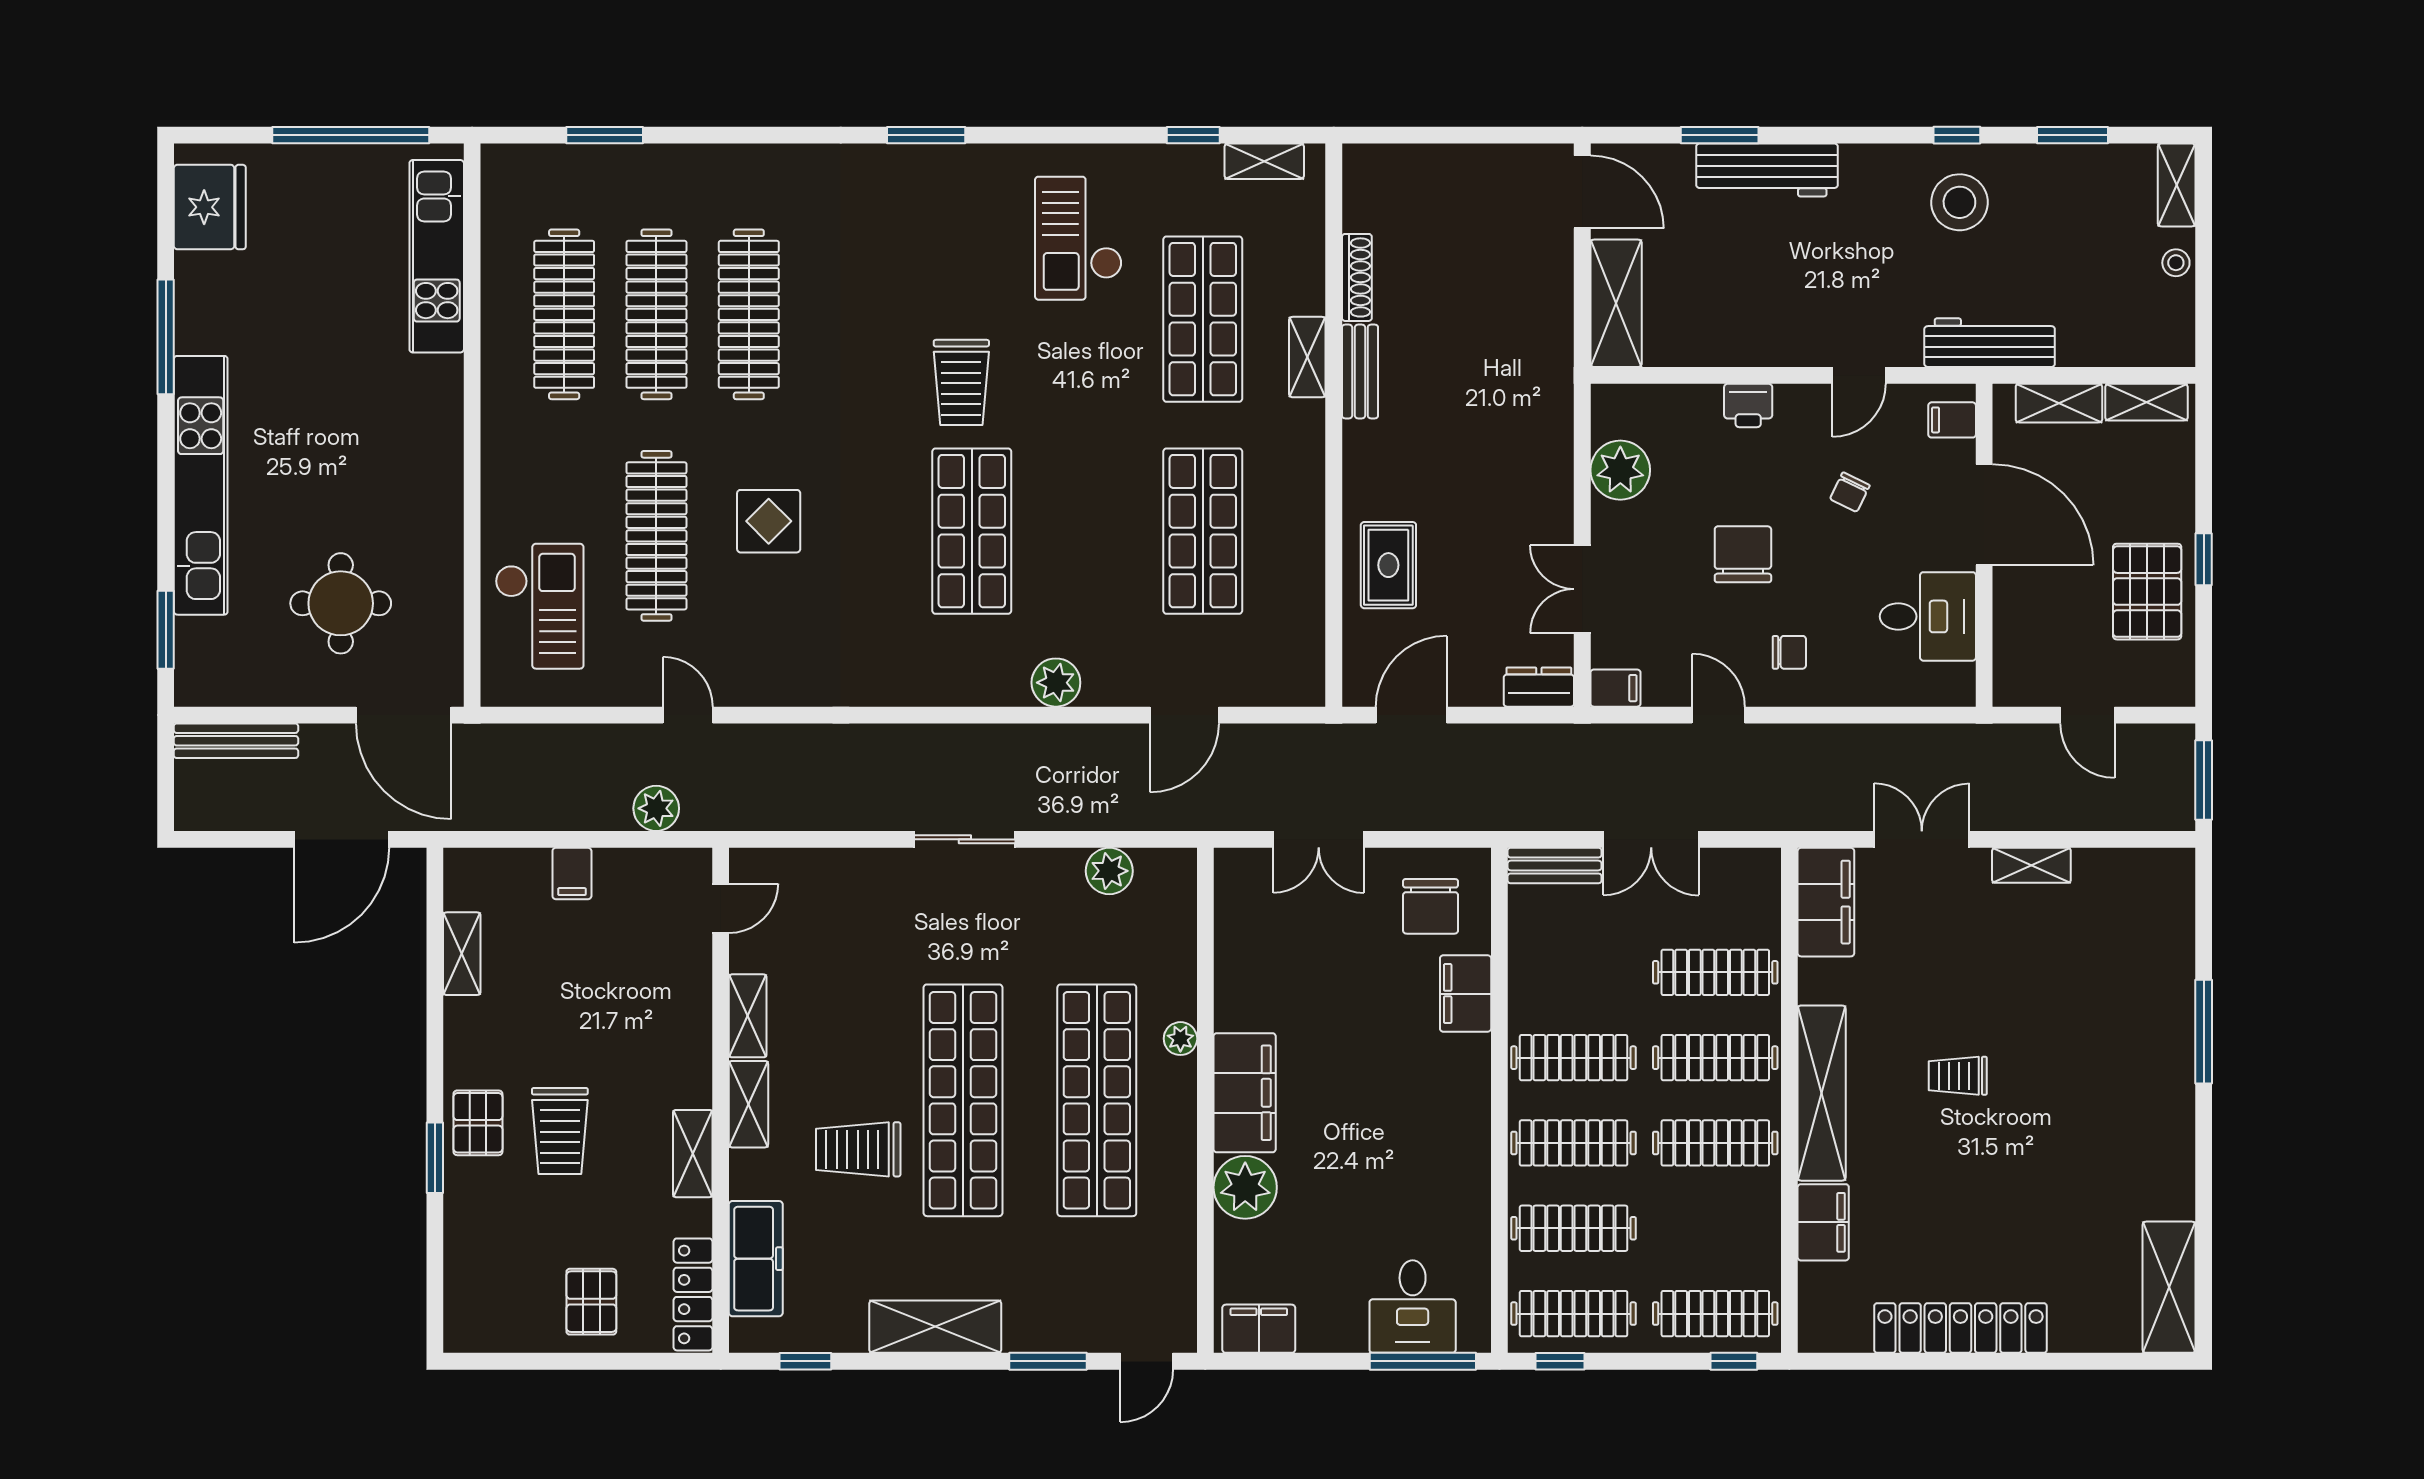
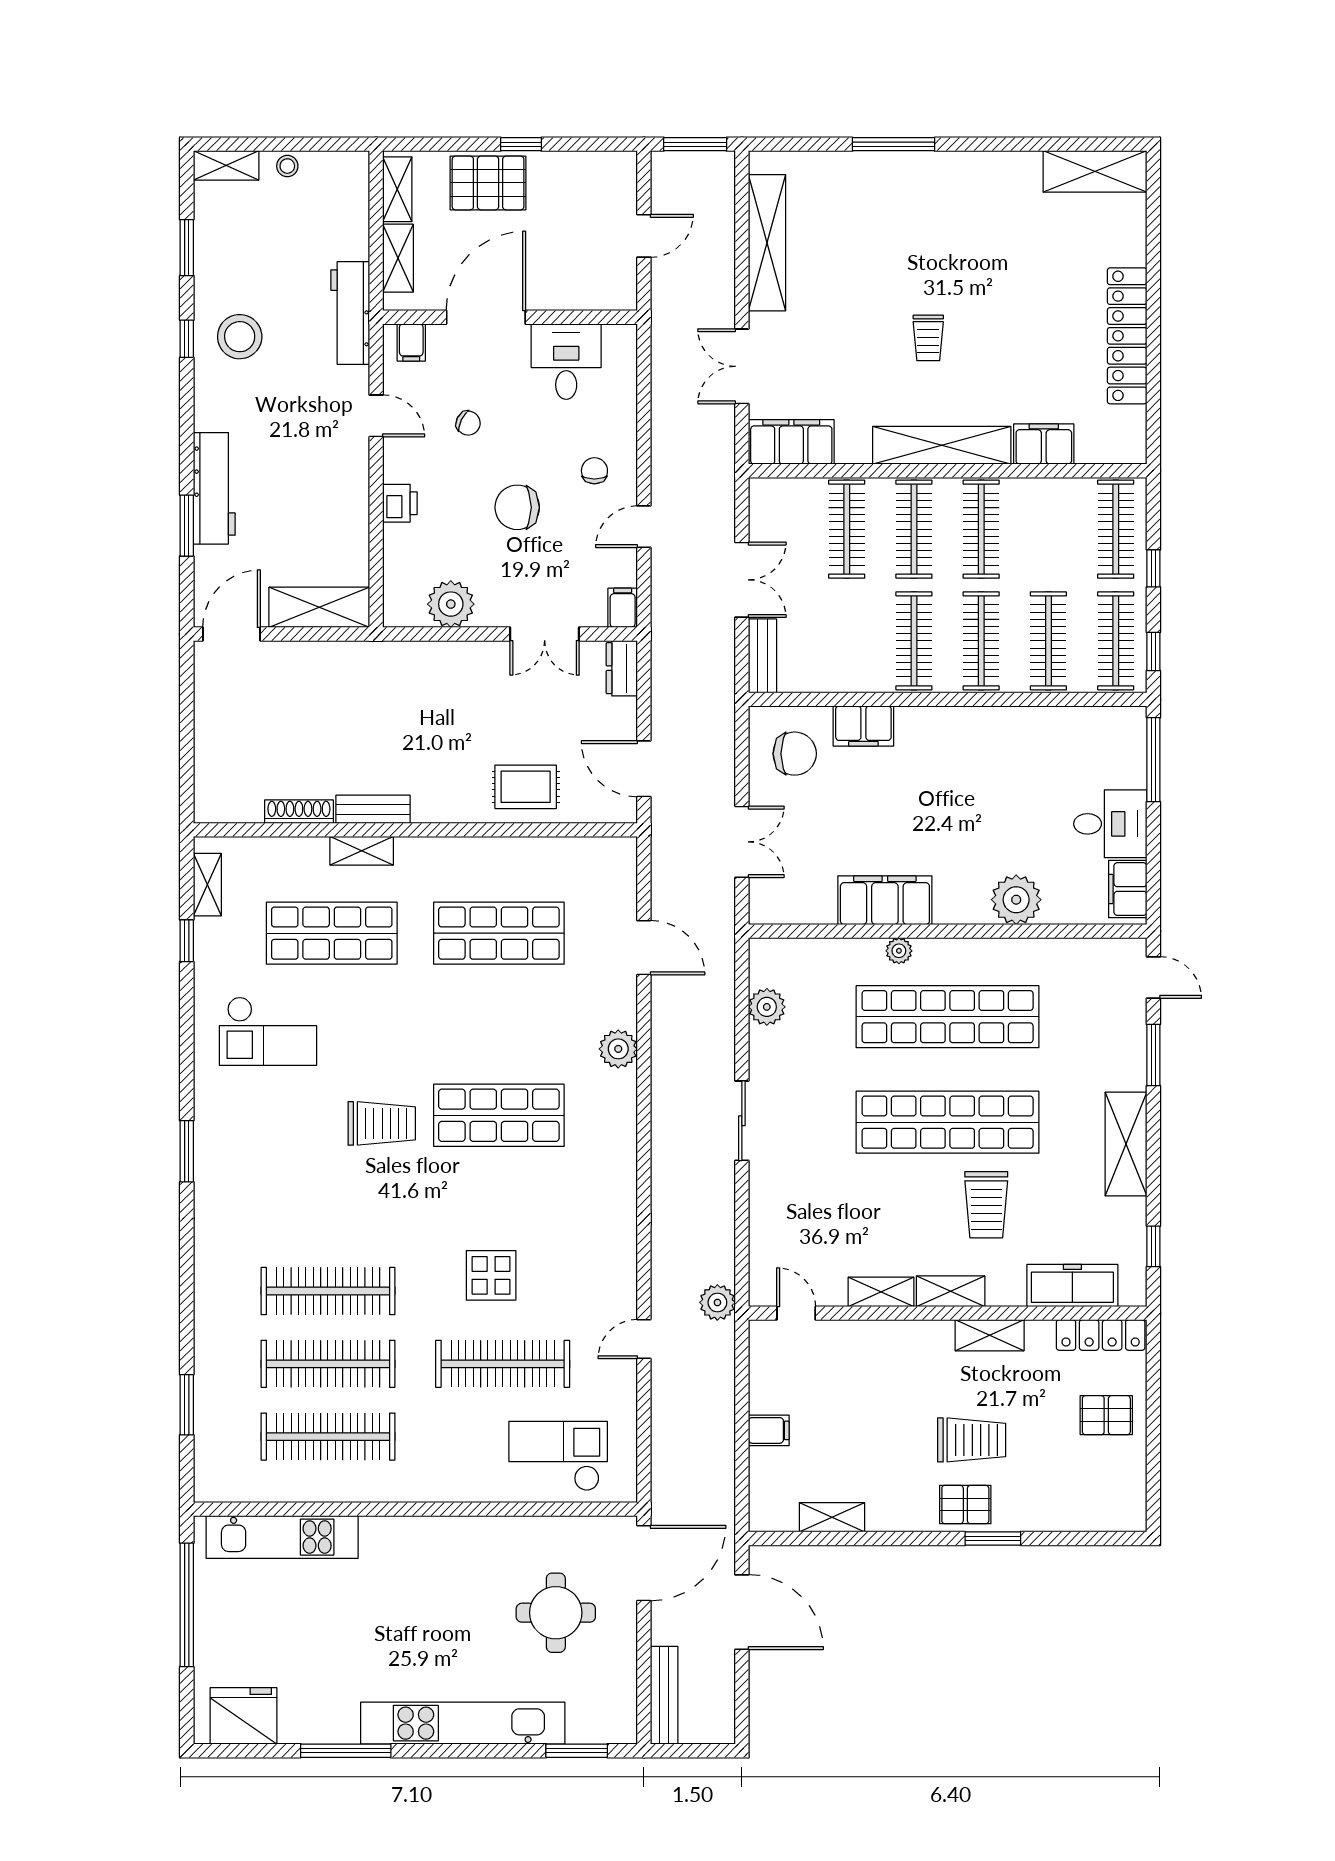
pallet: (2147, 592) -> (488, 183), moved
plant: (656, 808) -> (717, 1302), moved
shelving: (2031, 865) -> (767, 243), width x2.20, depth x1.33
filing cabinet: (1245, 1093) -> (885, 900), moved
desk: (1413, 1307) -> (1110, 824), moved
window: (1734, 1361) -> (1153, 568), moved

